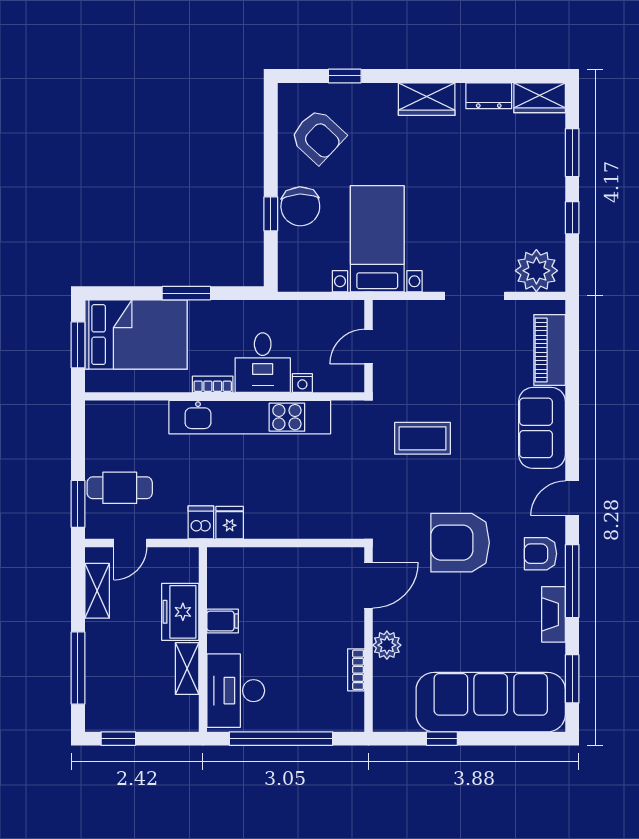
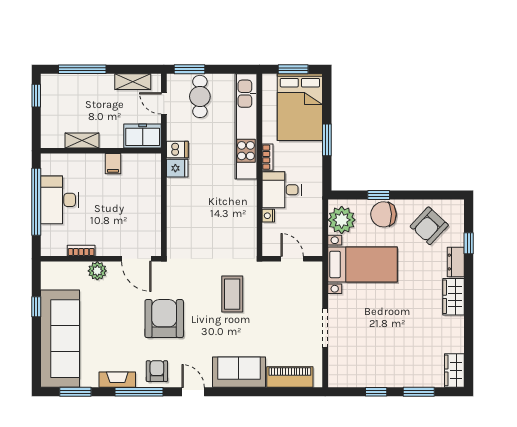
dresser: (489, 96) -> (456, 262), moved
plant: (536, 271) -> (342, 220), moved
kitchen unit: (250, 417) -> (246, 126), moved
freezer: (180, 612) -> (143, 136), moved
desk: (236, 691) -> (59, 200), moved, turned -90

